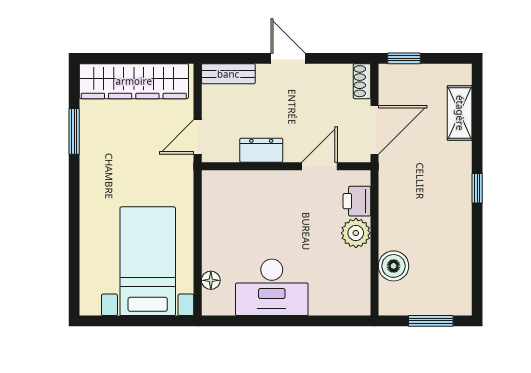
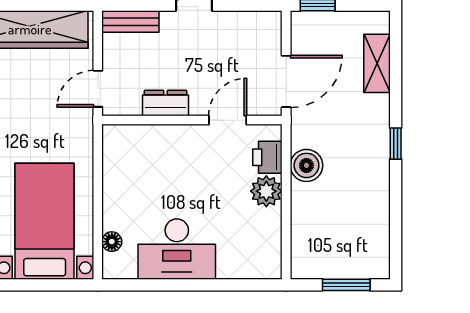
shoe rack: (362, 81) -> (273, 29), removed
boiler: (394, 266) -> (306, 165), moved

